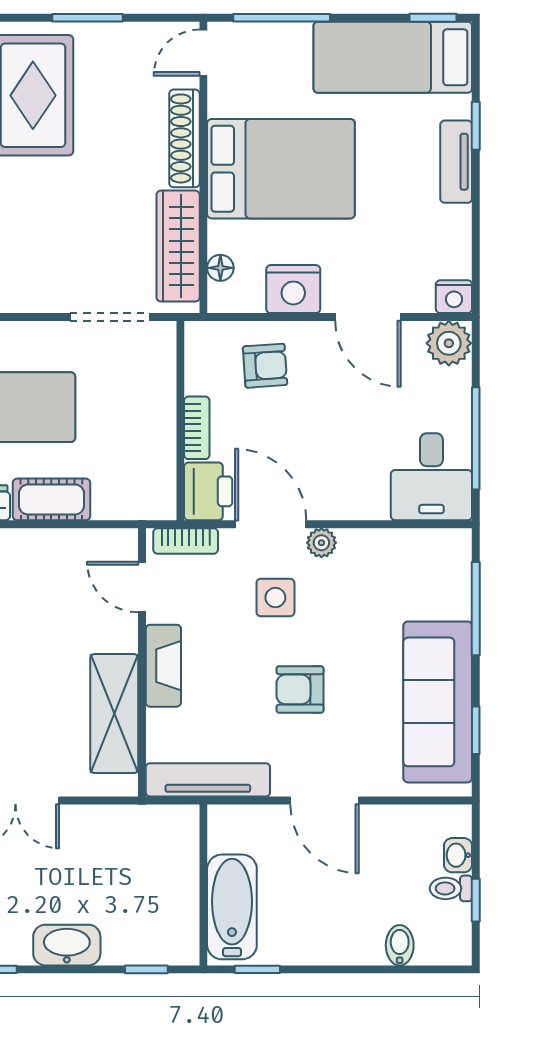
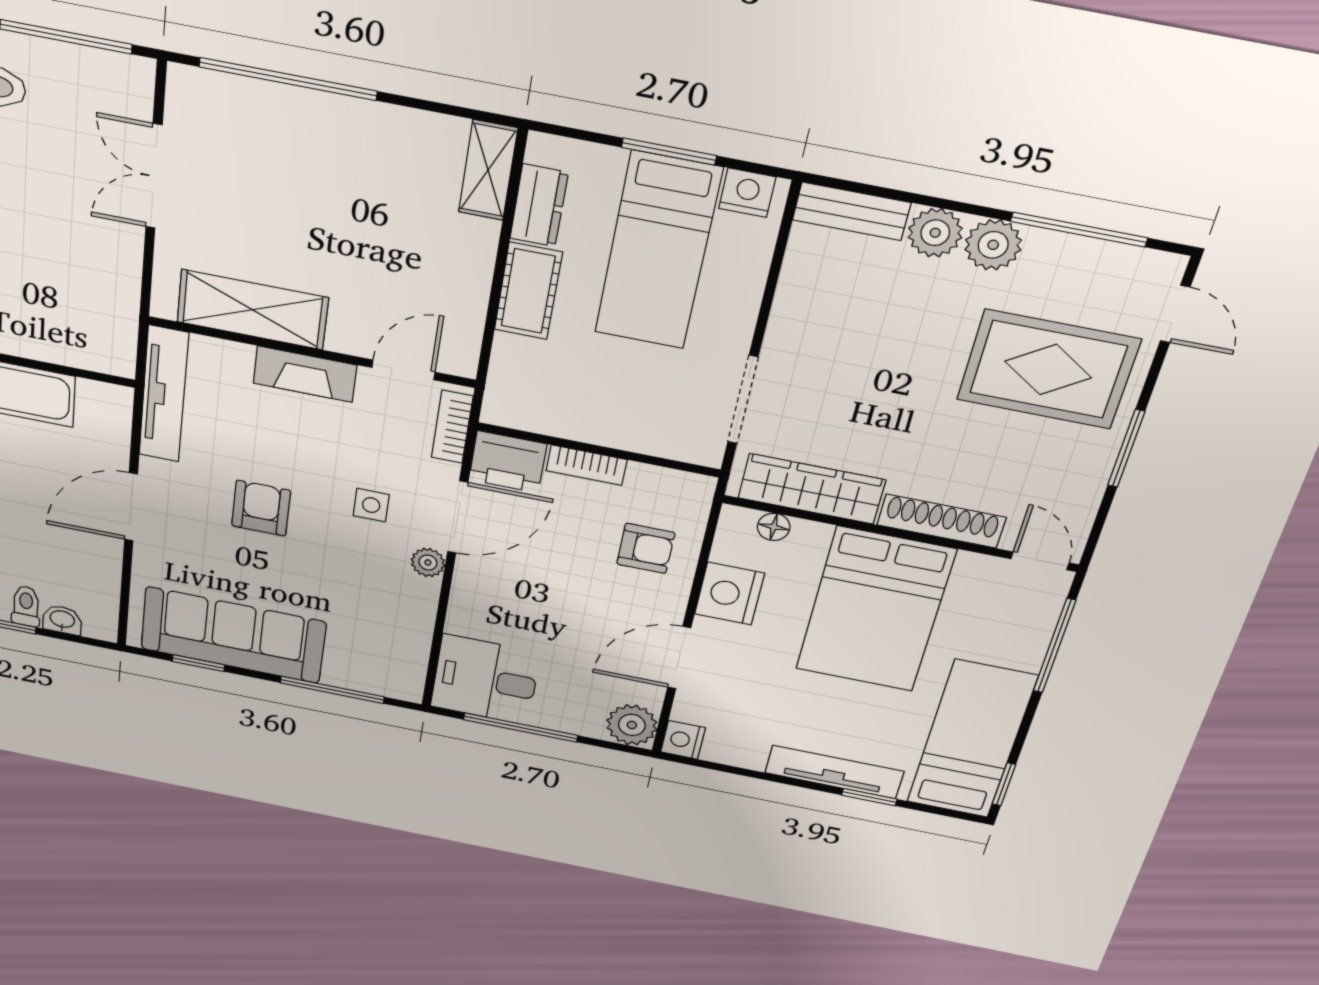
tv unit: (456, 162) -> (834, 772), width x1.41
armchair: (265, 366) -> (646, 548), turned -86
side table: (275, 597) -> (371, 505), width x0.73, depth x0.73

